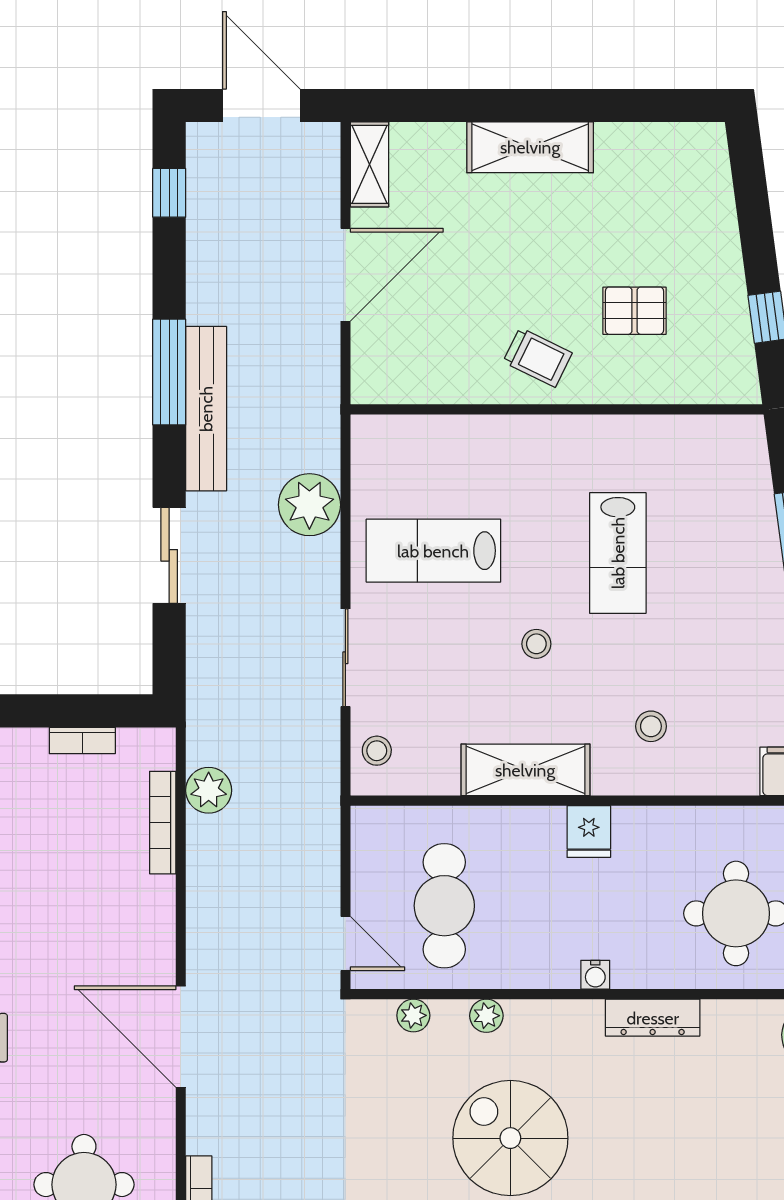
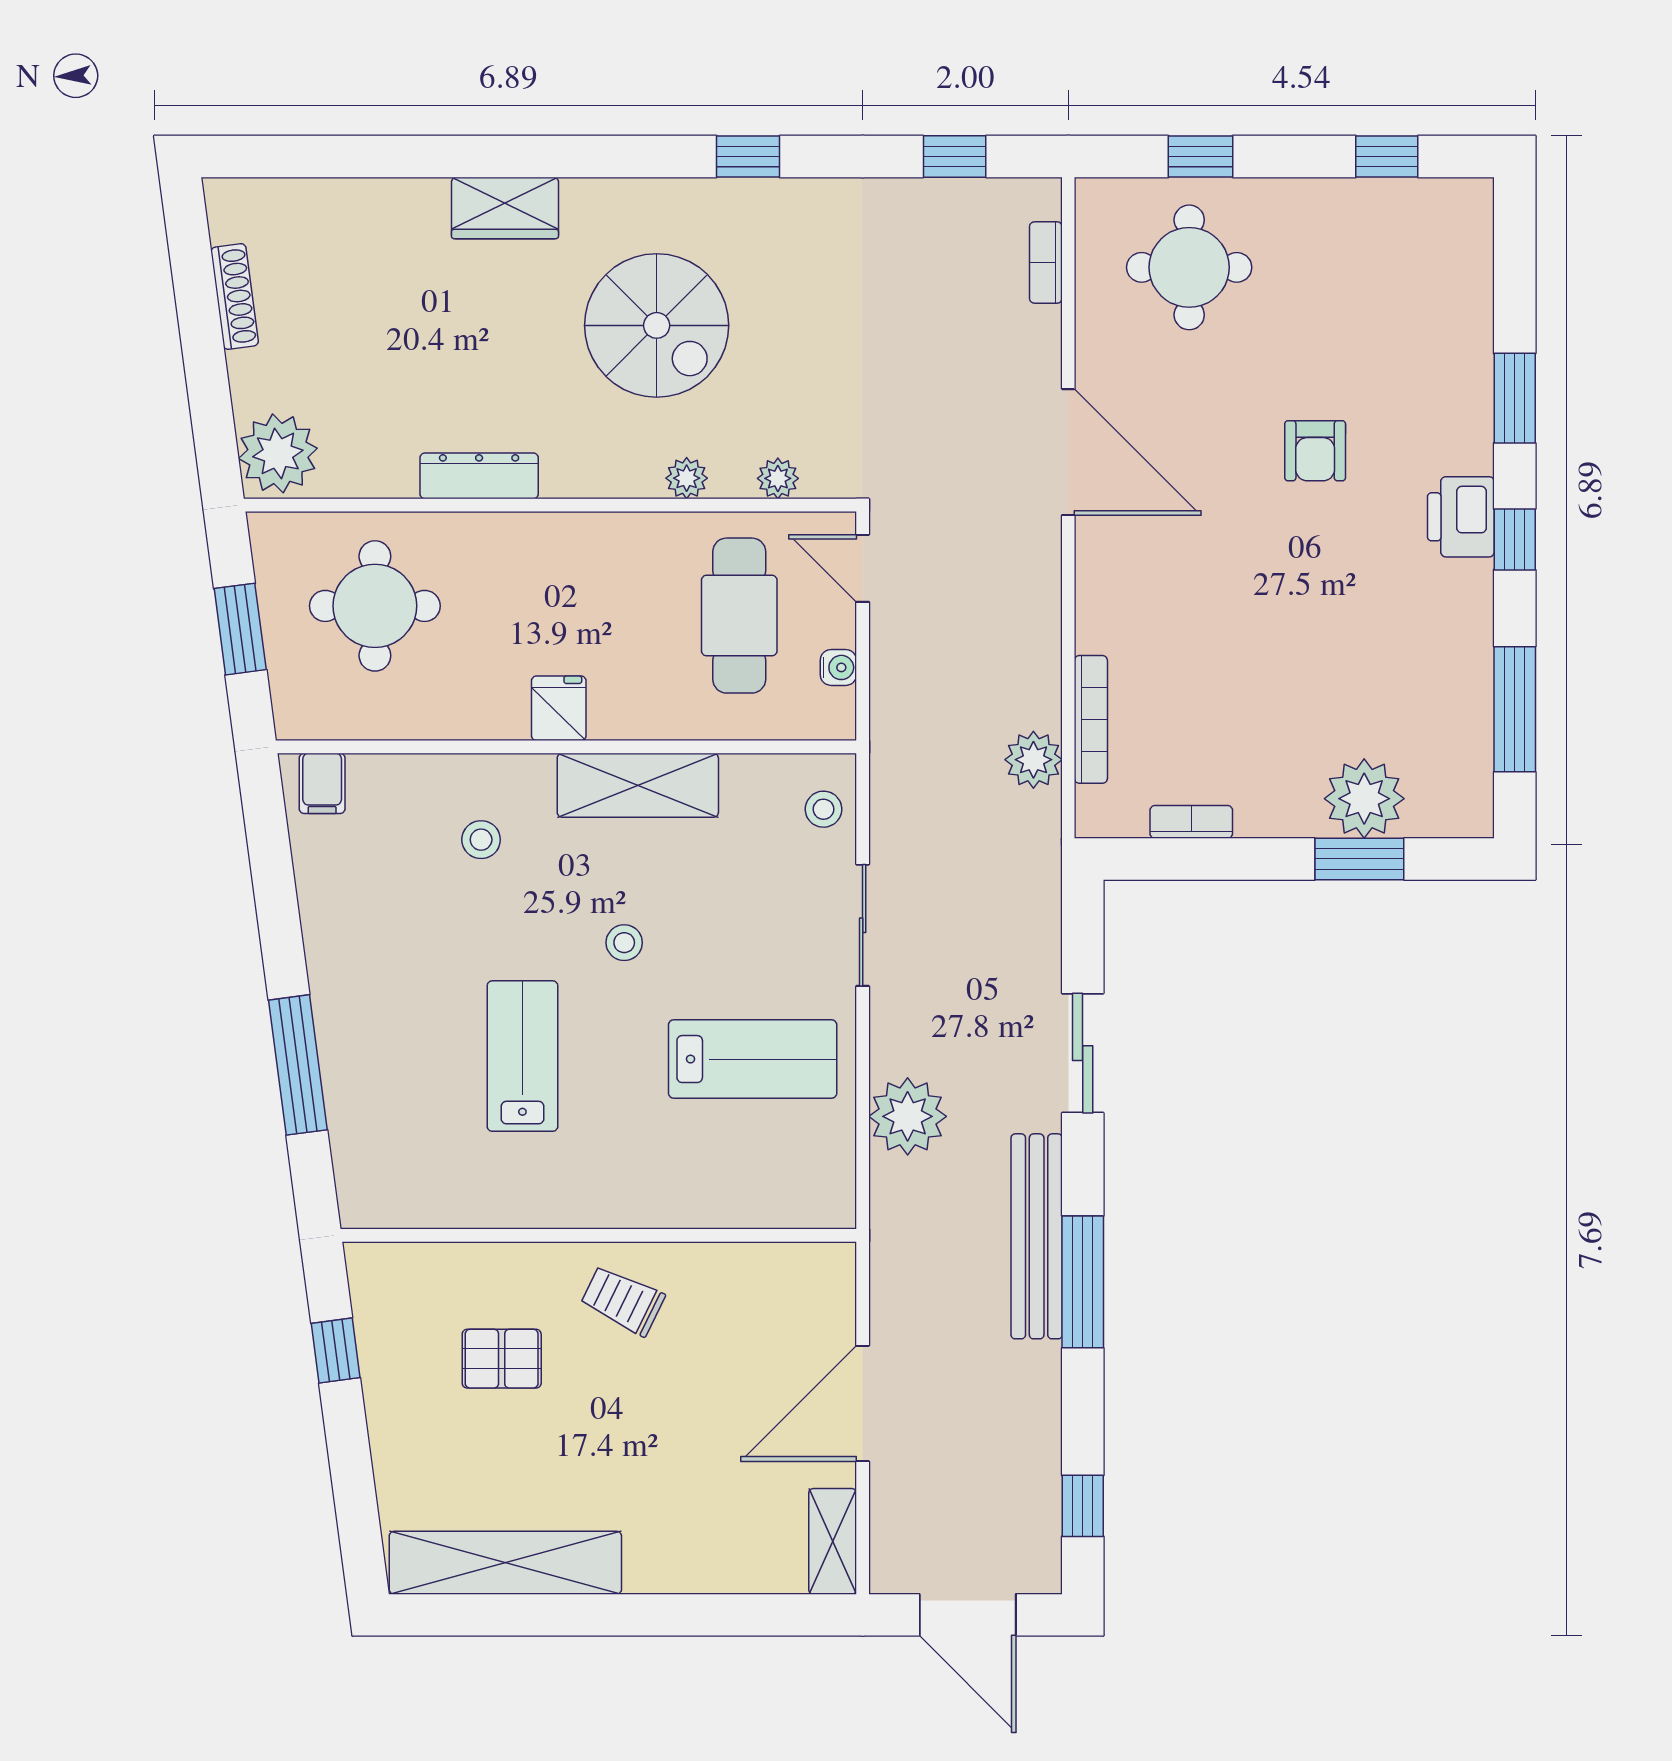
shelving: (530, 147) -> (505, 1563), moved, width x1.47
water cooler: (595, 975) -> (838, 667), moved, turned 90

